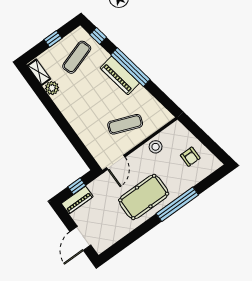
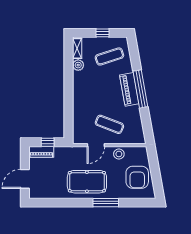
window: (98, 36) -> (134, 53), removed
armchair: (190, 157) -> (137, 177), width x1.88, depth x1.88
door: (116, 162) -> (96, 145), moved
window: (177, 204) -> (106, 203), width x0.68

